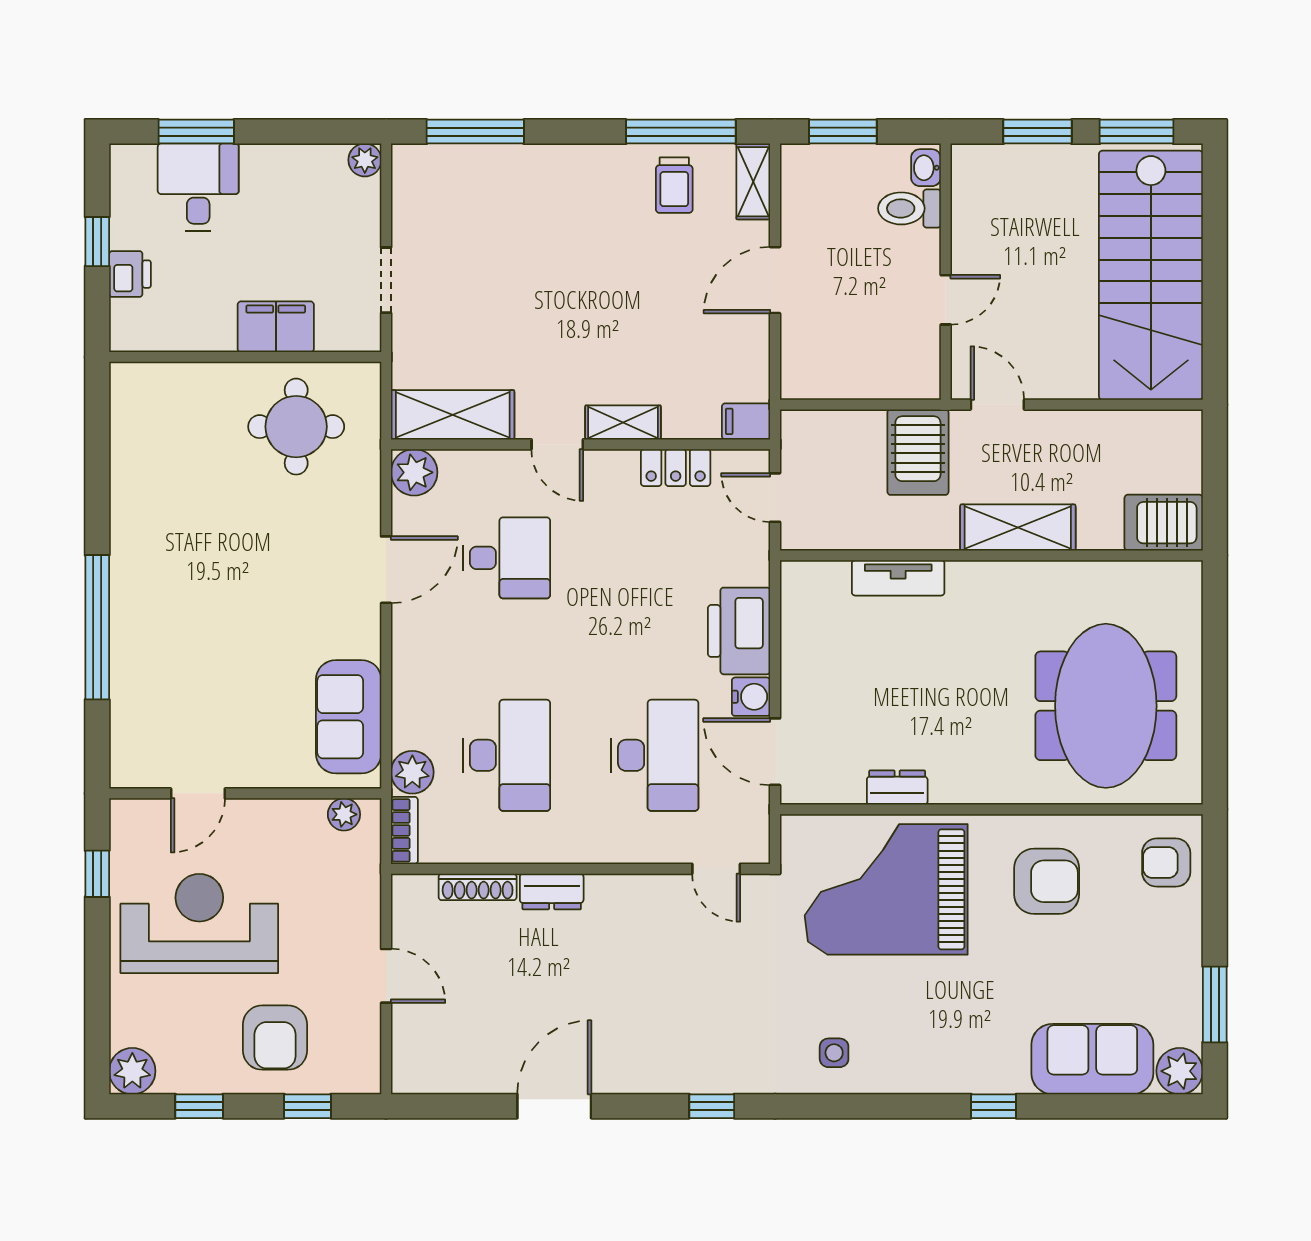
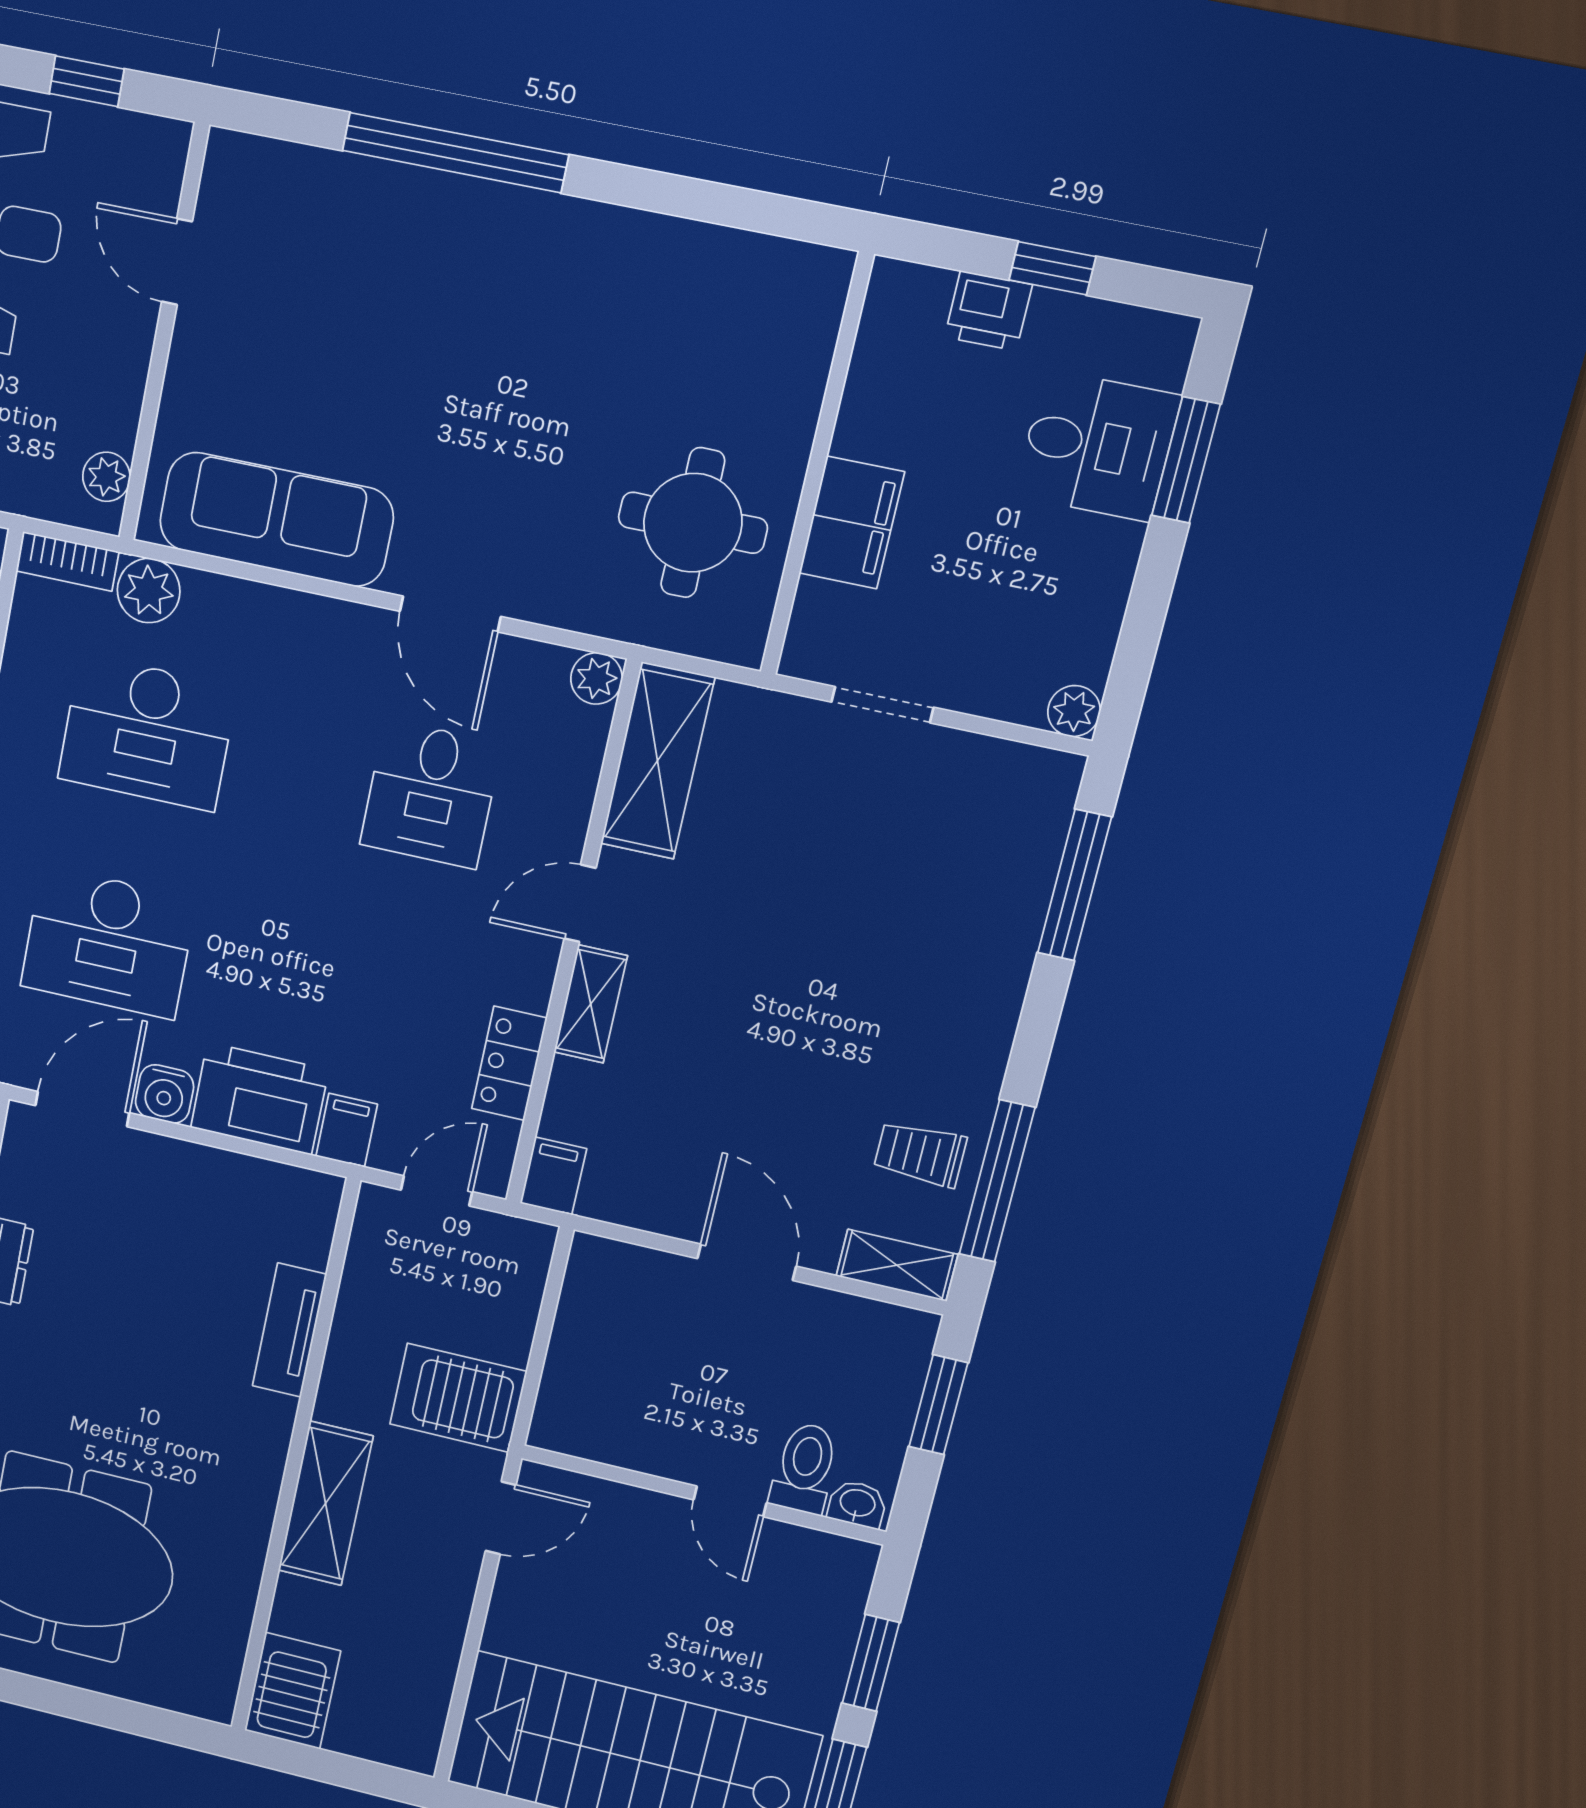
door: (946, 300) -> (730, 1501), moved
plant: (414, 472) -> (596, 678), width x0.73, depth x0.73
filing cabinet: (747, 567) -> (347, 1130), added
sofa: (349, 717) -> (276, 519), width x1.36

